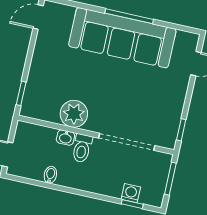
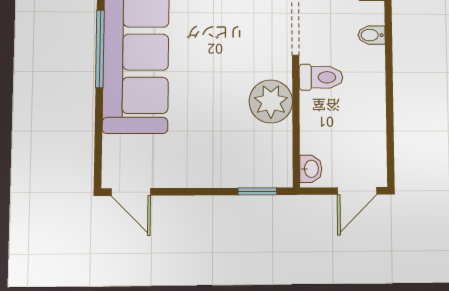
washbasin: (65, 138) -> (311, 169), moved
bidet: (50, 175) -> (372, 35), moved

